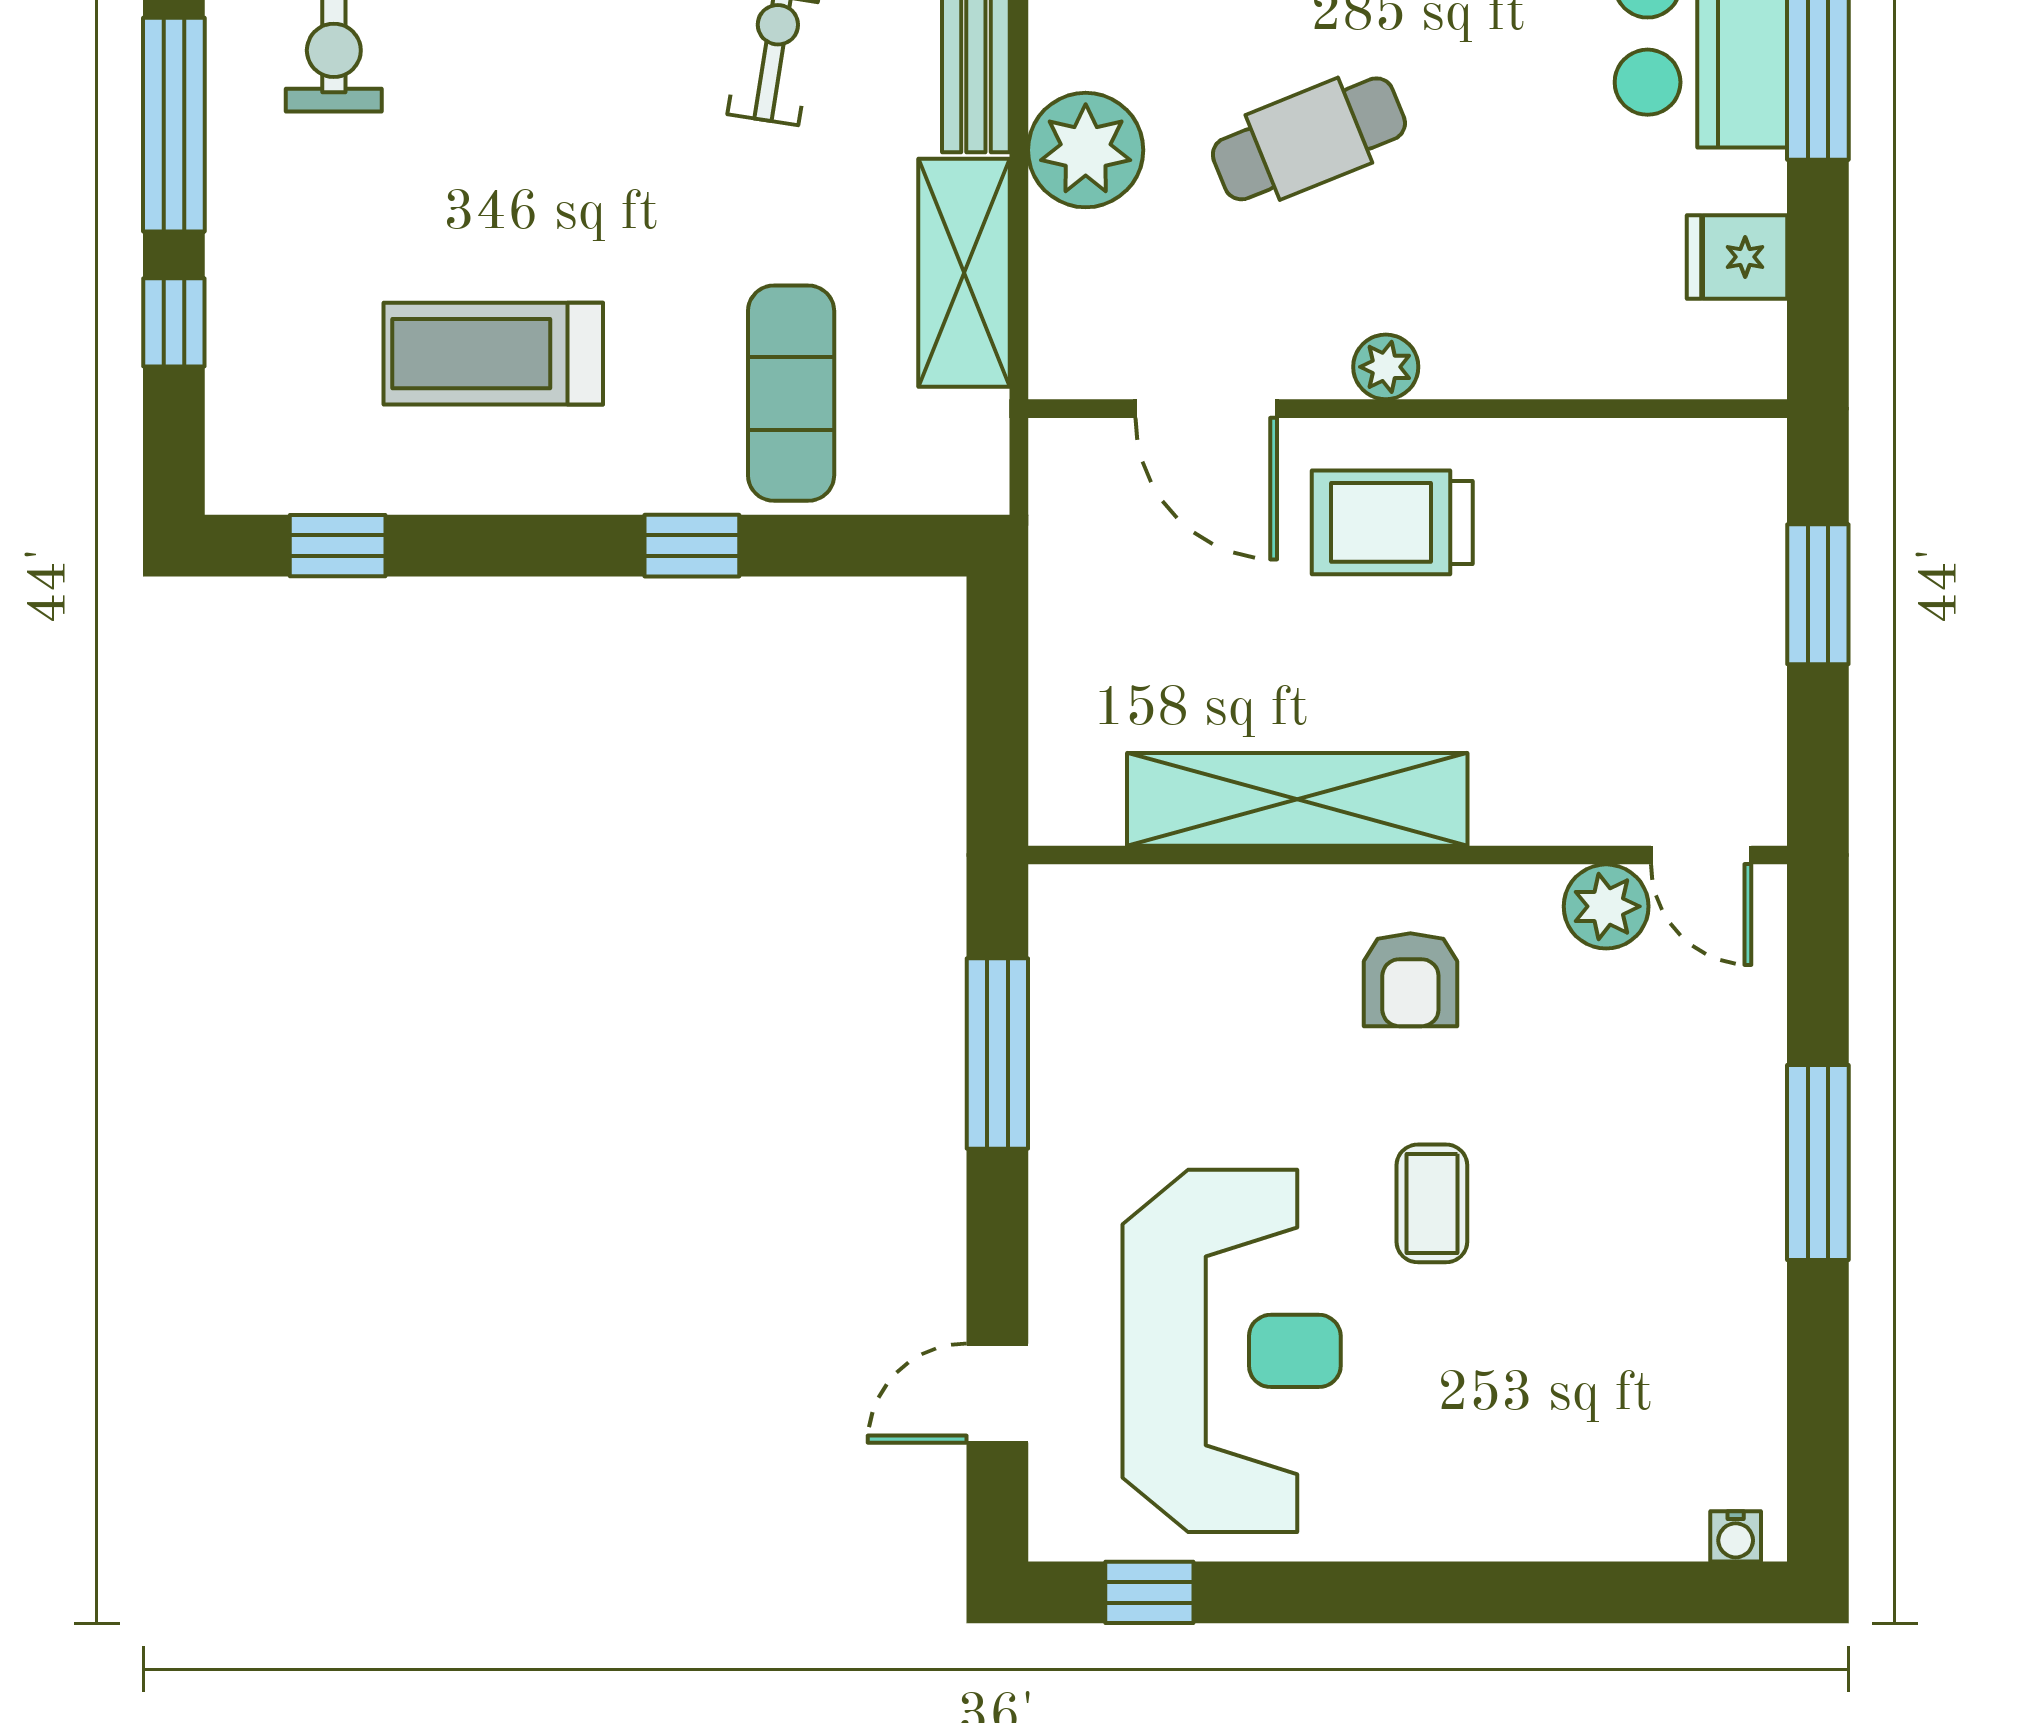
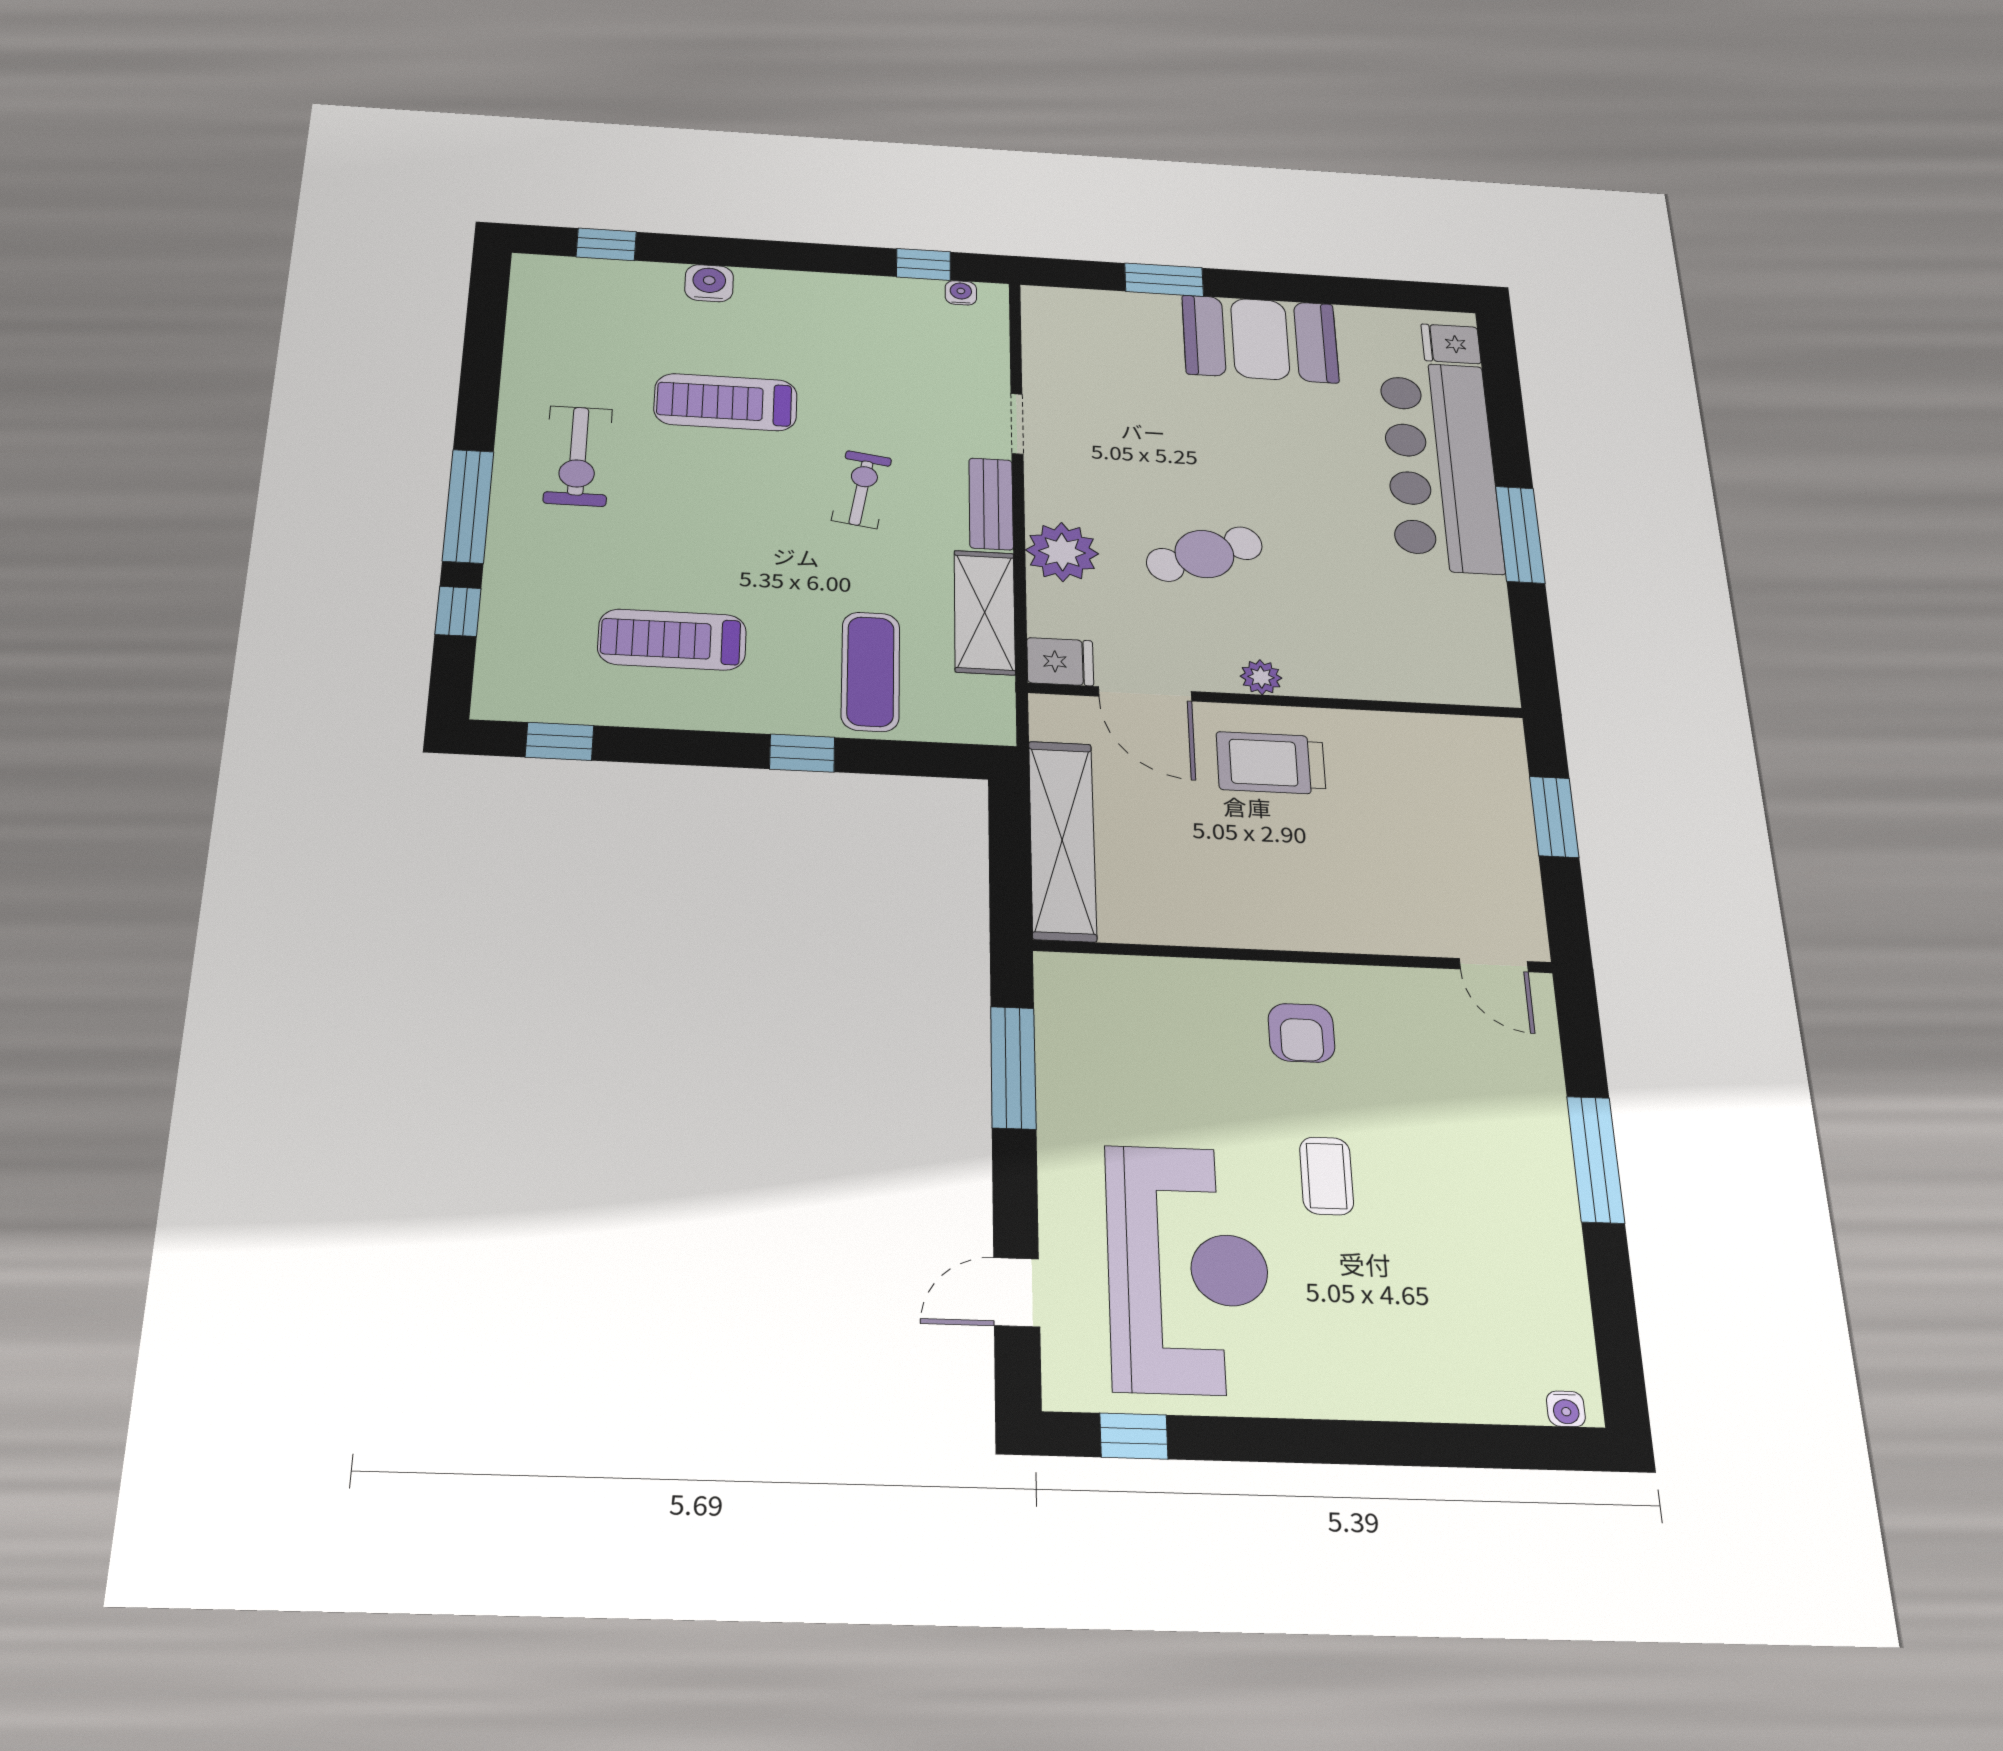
fridge: (1737, 257) -> (1060, 662), moved, turned 180
shelving: (1297, 799) -> (1062, 840), moved, turned 90
plant: (1606, 906) -> (1432, 994), removed

